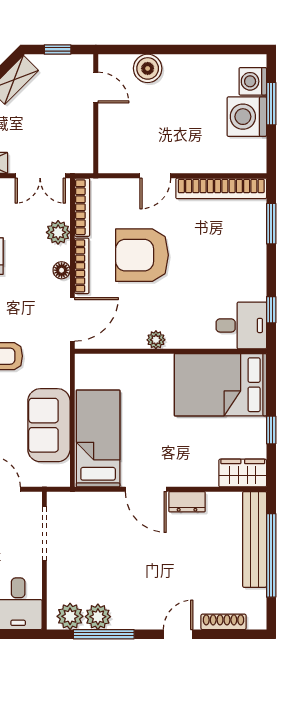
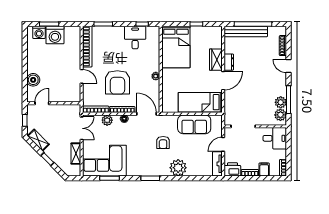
desk: (241, 325) -> (135, 38), moved
wardrobe: (243, 473) -> (216, 60), moved

